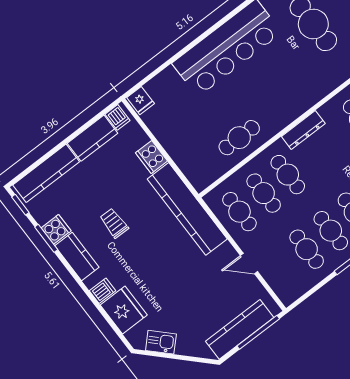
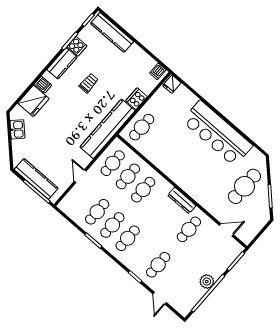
dresser: (303, 130) -> (182, 200), moved
kitchen counter: (93, 138) -> (141, 58), removed
cafe table: (239, 138) -> (142, 127), moved, turned 90

